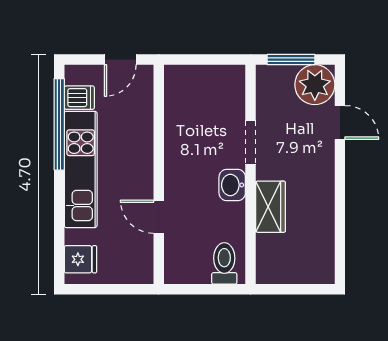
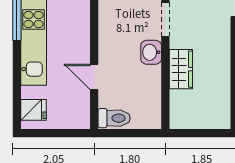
toilet: (224, 263) -> (114, 118), moved, turned 90

